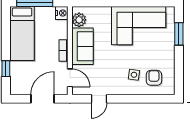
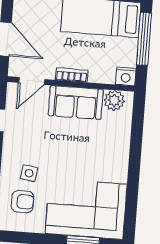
corner sofa: (139, 26) -> (86, 209), moved, turned 90

